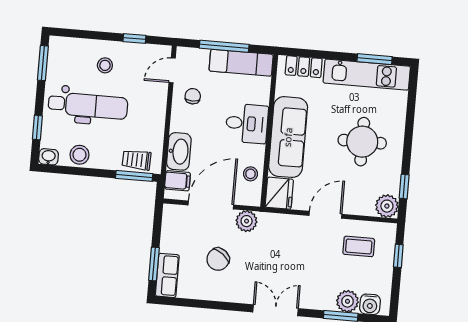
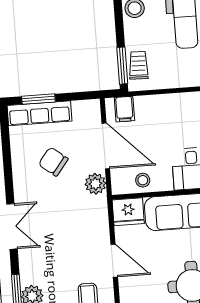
washbasin: (179, 151) -> (154, 106), removed
row of seats: (167, 275) -> (39, 113), width x1.48

